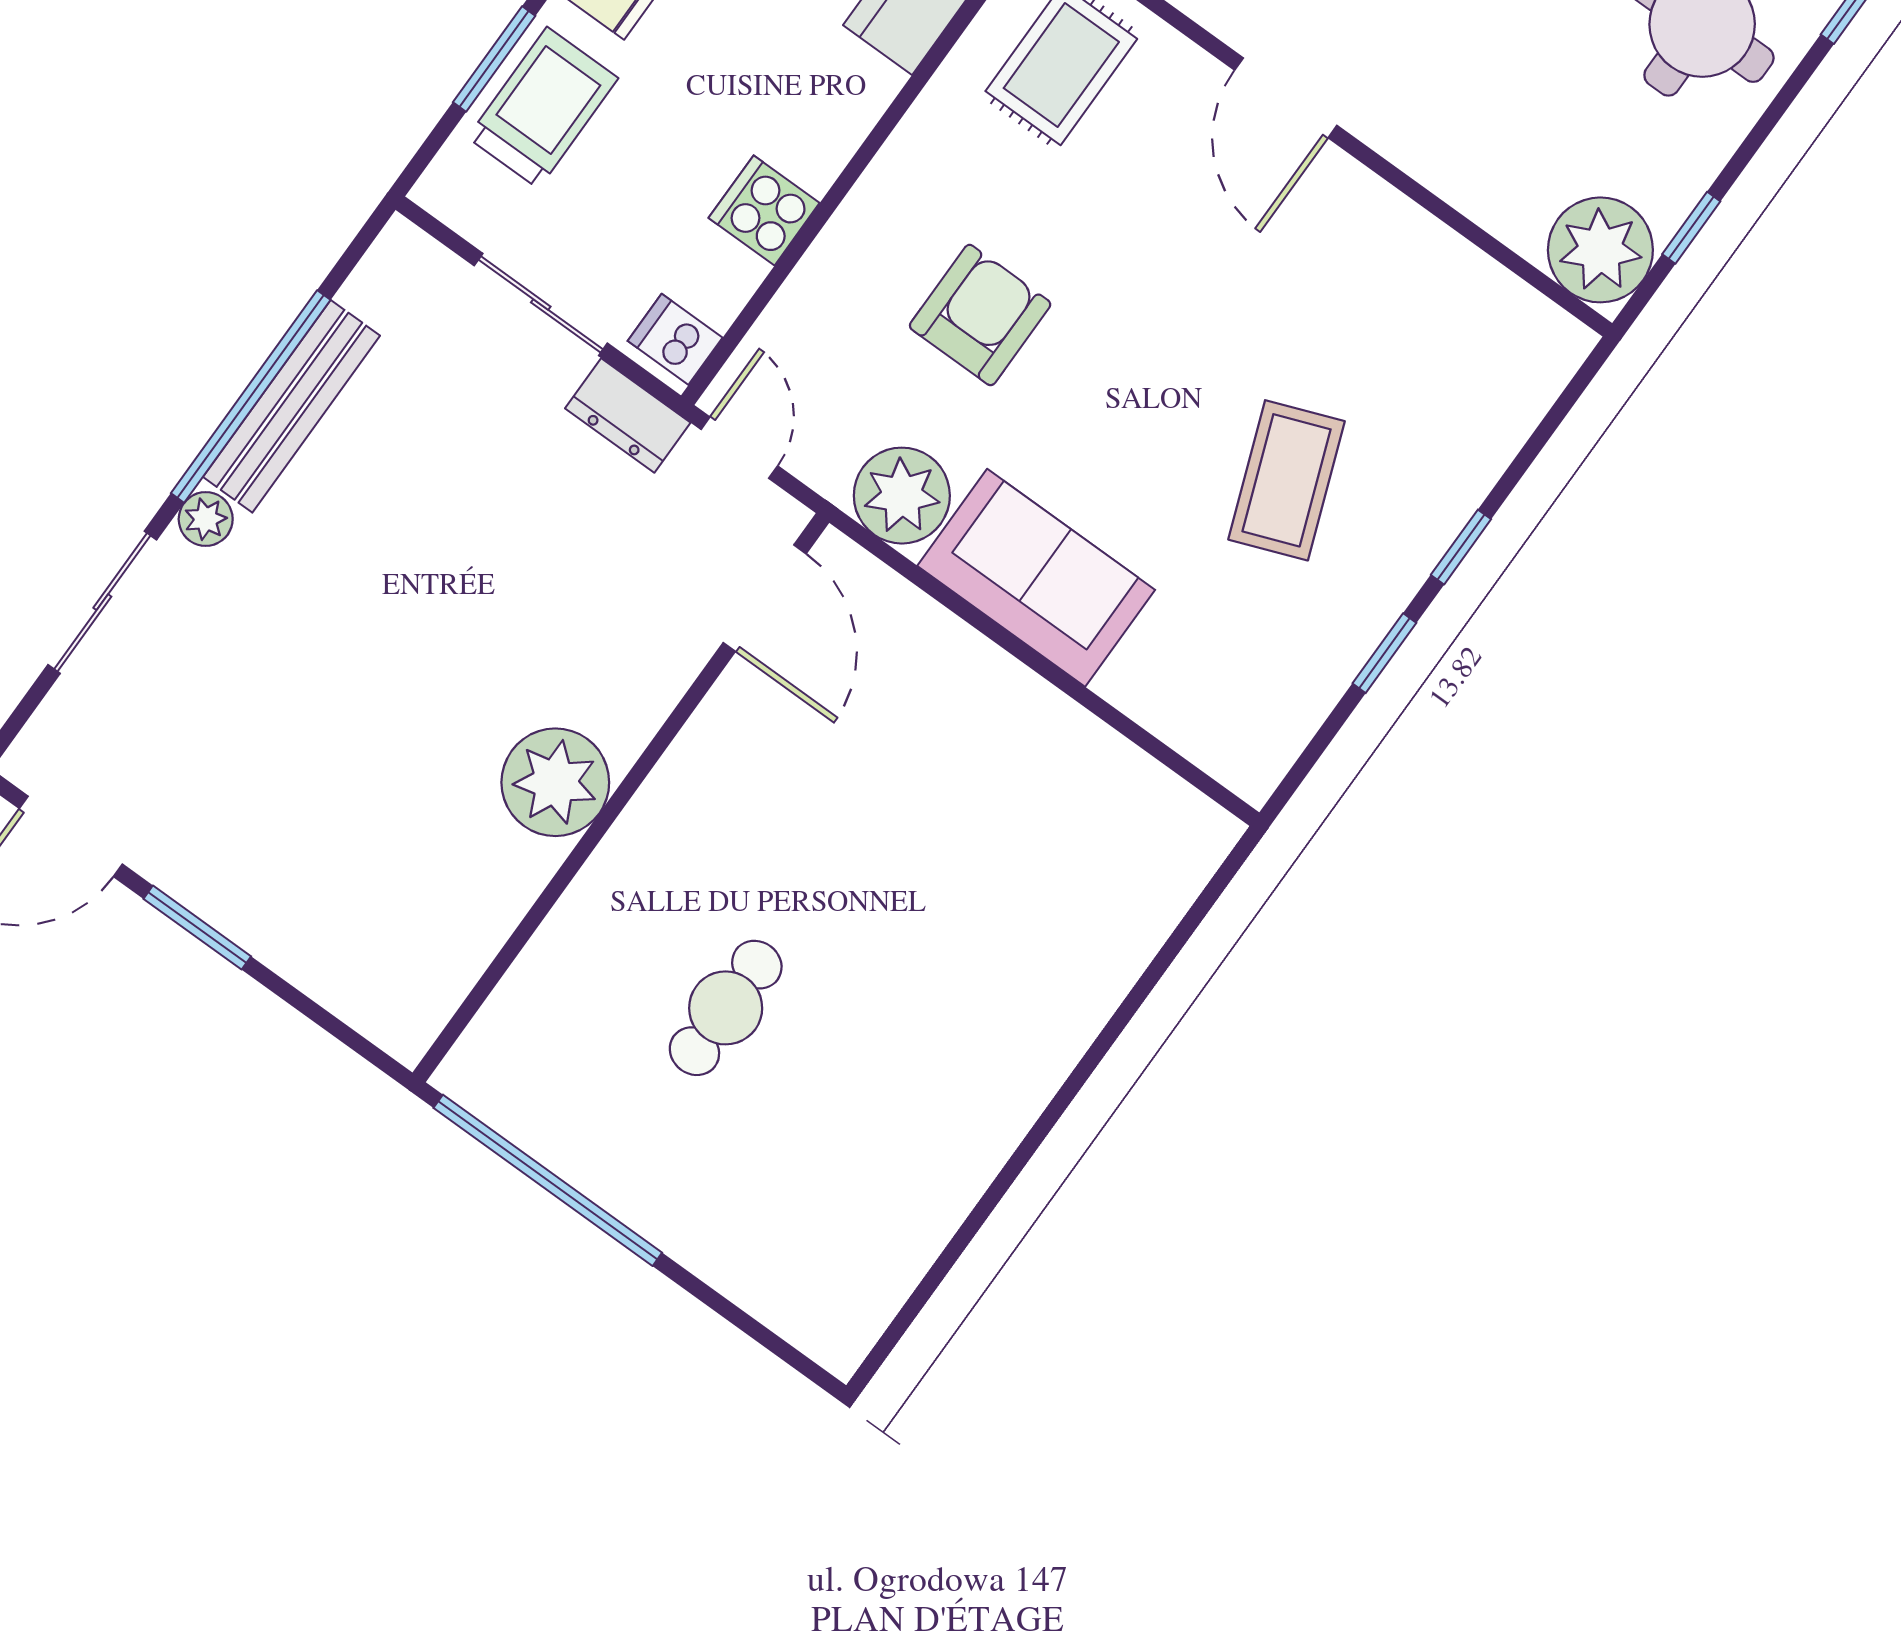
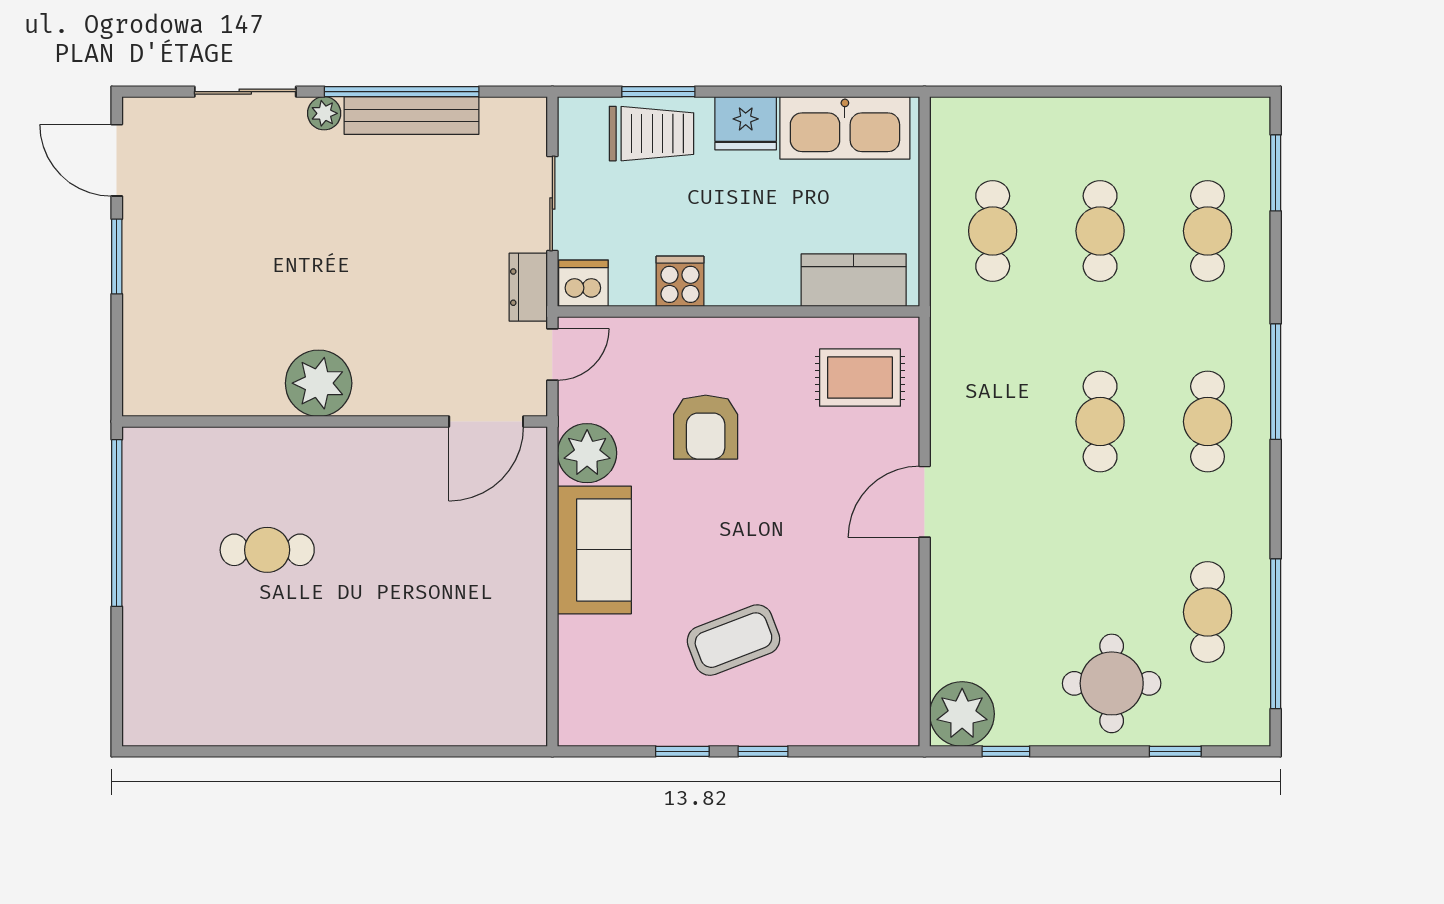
armchair: (980, 315) -> (706, 427), turned 90
dishwasher: (675, 339) -> (583, 283), width x1.38

